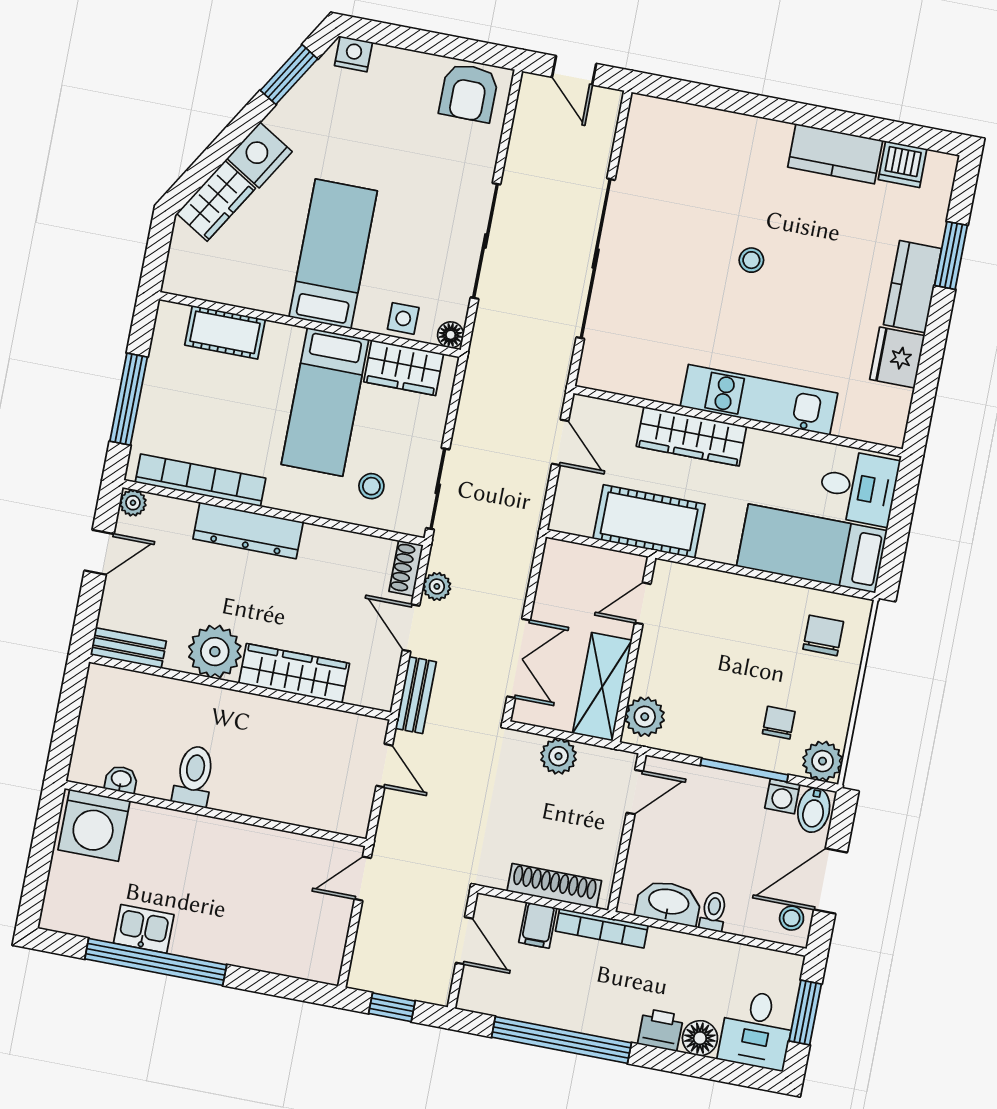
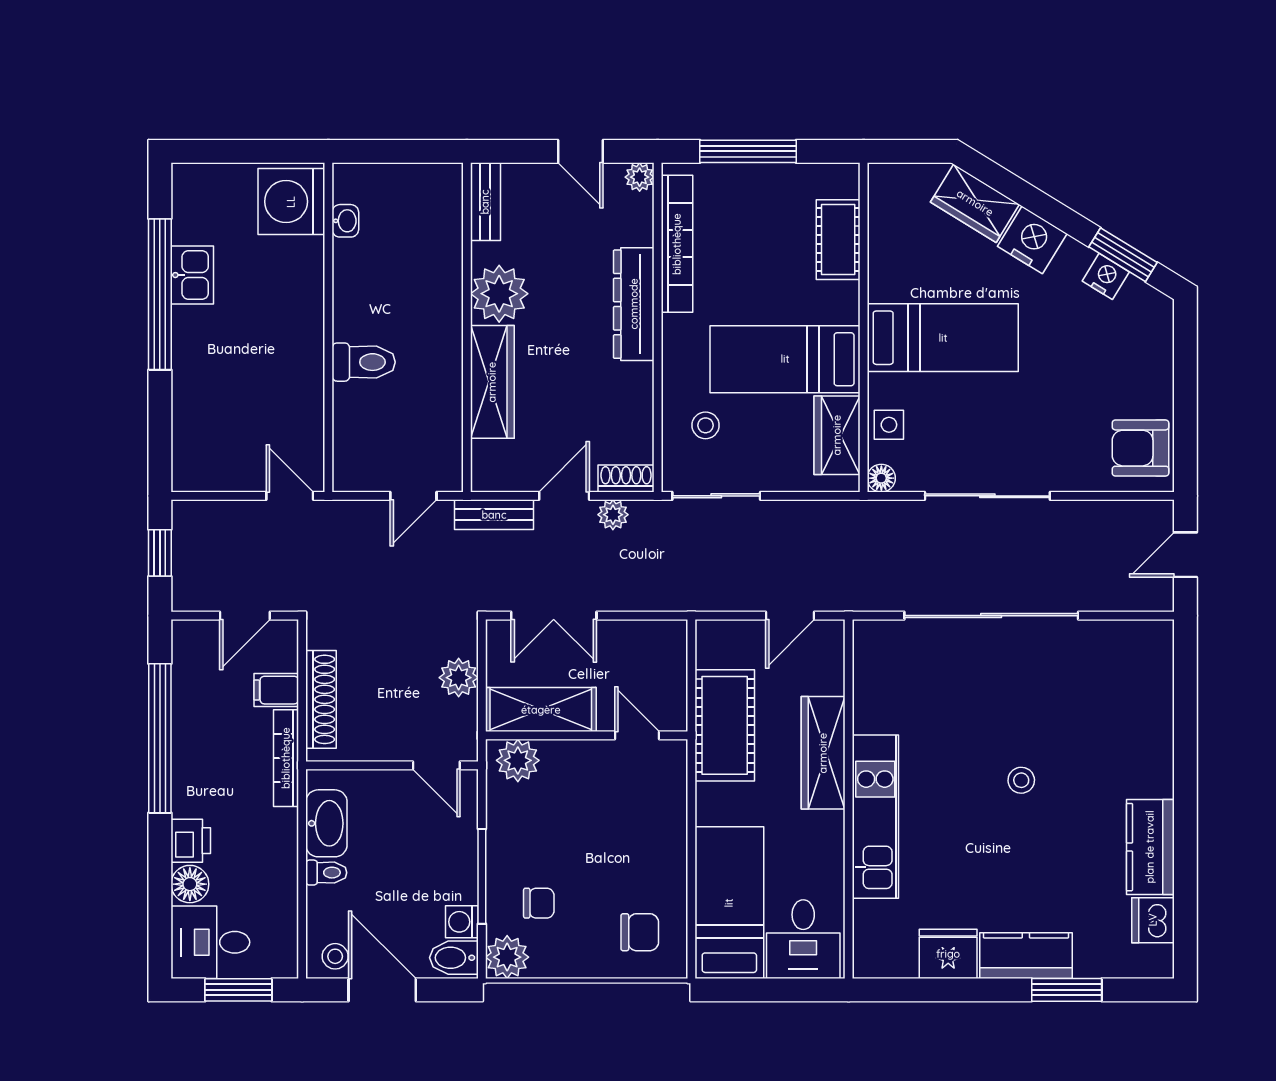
nightstand: (354, 54) -> (1106, 276), moved, turned -58
toilet: (194, 776) -> (364, 362), moved

